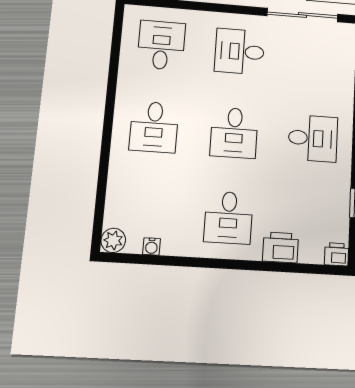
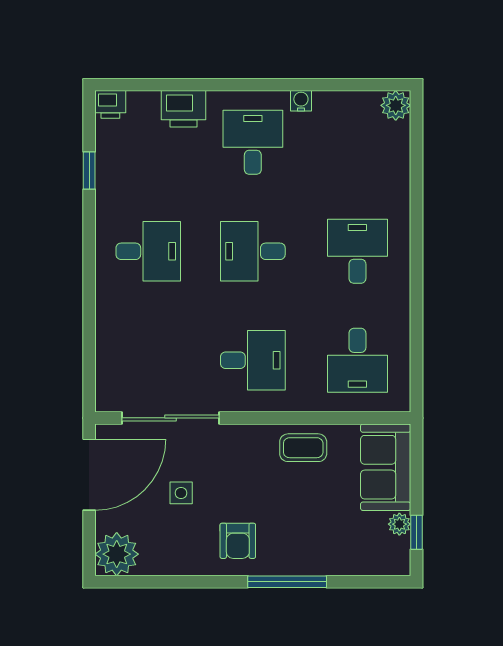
desk: (234, 133) -> (253, 251), turned -90
desk: (313, 138) -> (148, 251), turned 180
water cooler: (151, 246) -> (301, 101), moved

